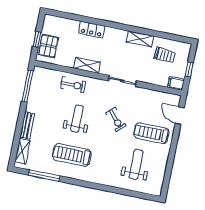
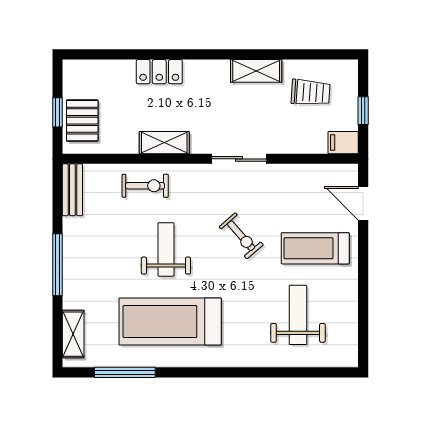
window: (27, 86) -> (58, 265), moved
bench: (27, 125) -> (72, 190), moved
treadmill: (72, 155) -> (170, 321), width x1.37, depth x1.38

